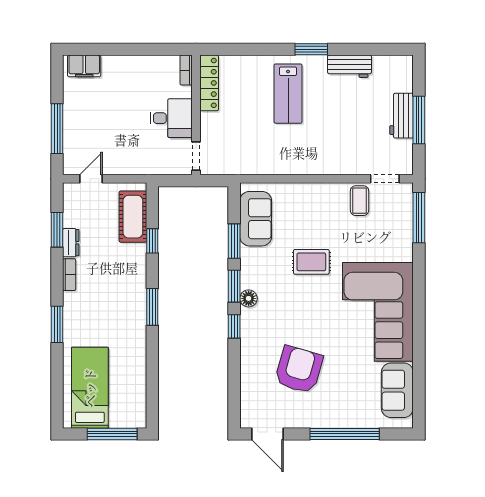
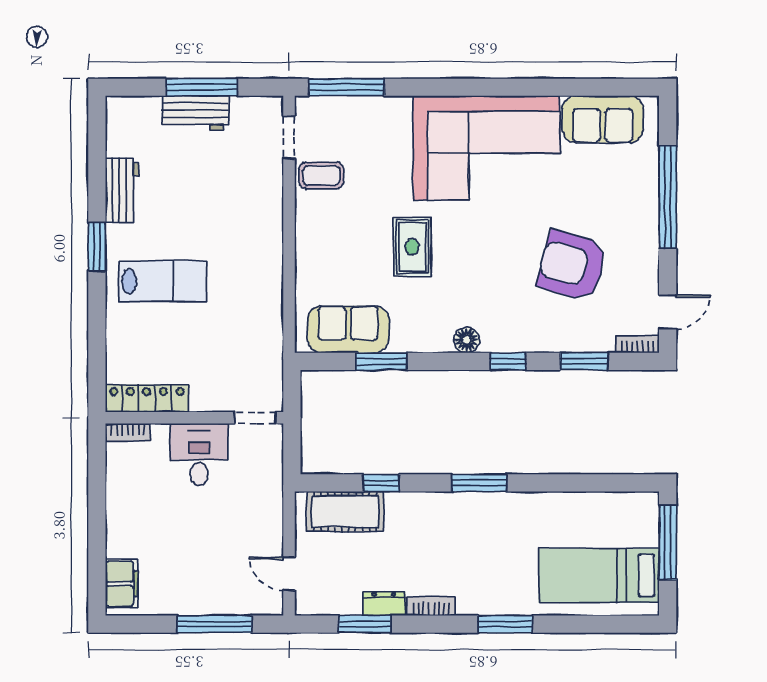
window: (234, 286) -> (584, 361), moved
bookcase: (246, 414) -> (638, 344), added
door: (268, 434) -> (668, 312), width x0.73

